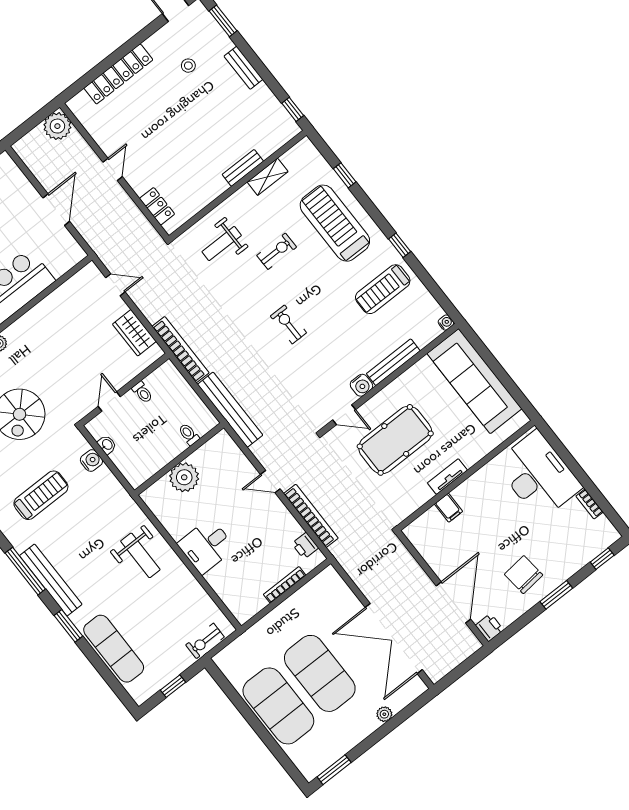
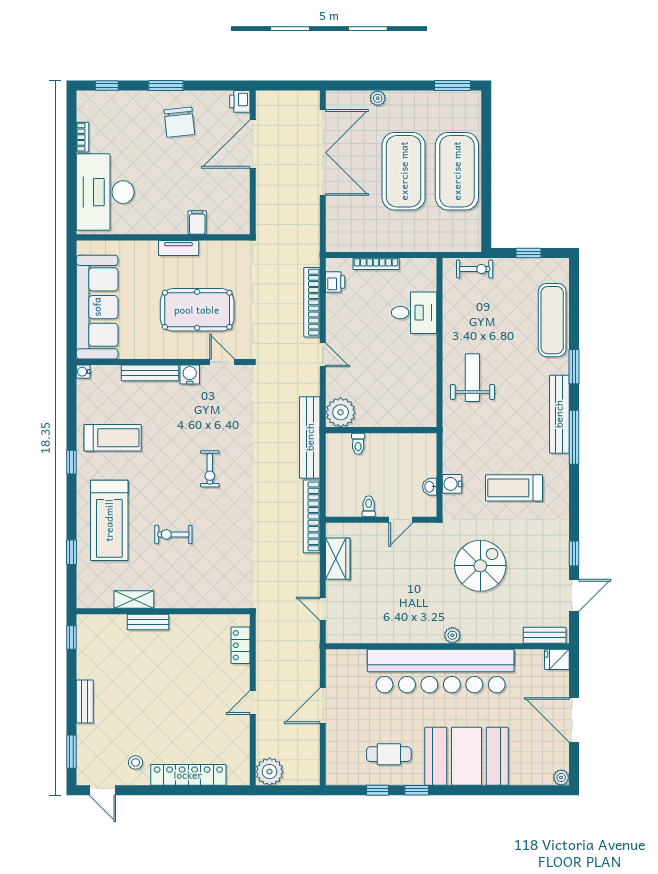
stool: (188, 66) -> (136, 762), moved
weight bench: (222, 244) -> (212, 575), removed
plant: (184, 477) -> (341, 412), moved
desk: (206, 546) -> (414, 313), moved

